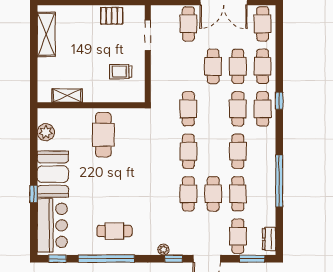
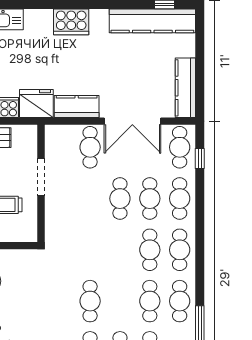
doorway: (148, 35) -> (41, 177), moved
window: (279, 101) -> (200, 158), moved
cafe table: (188, 109) -> (180, 301), moved

